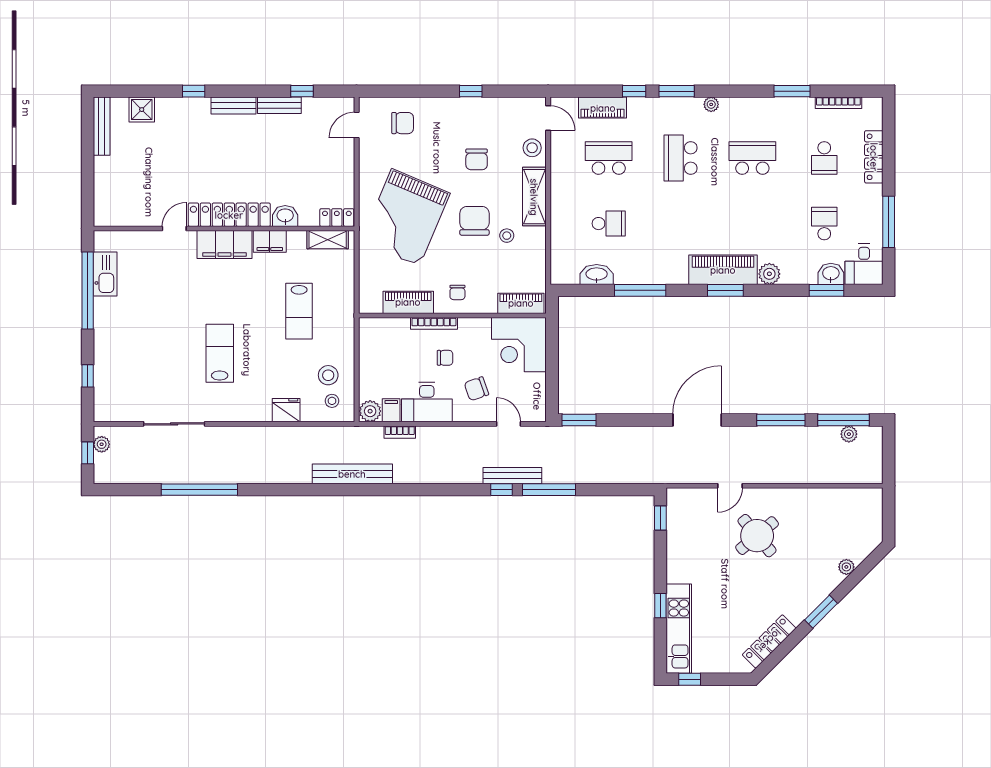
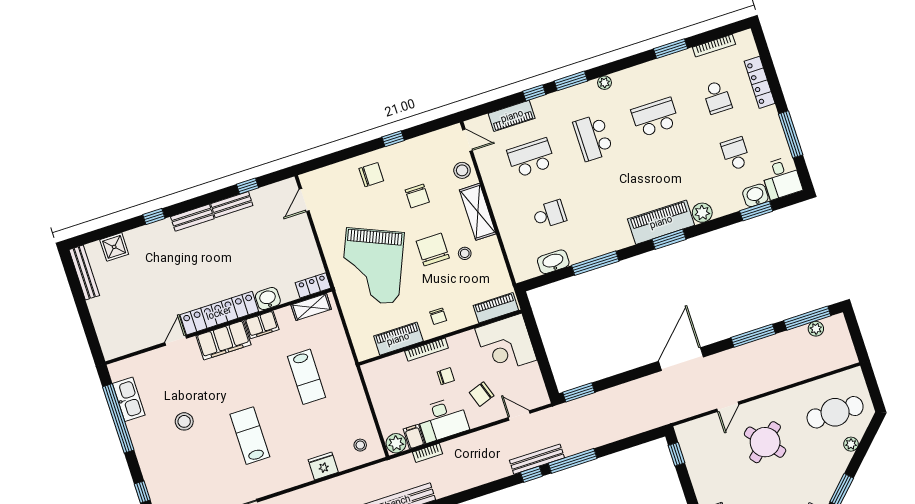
chair: (403, 123) -> (371, 175), moved
stool: (328, 375) -> (184, 421), moved
cafe table: (841, 528) -> (835, 412), added

